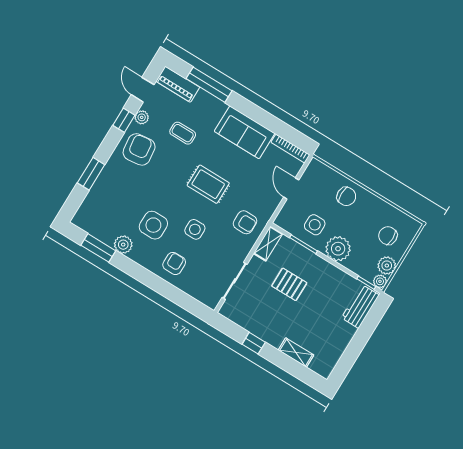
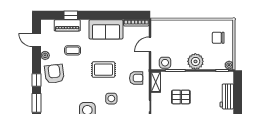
piano: (178, 84) -> (67, 25), moved
window: (209, 85) -> (71, 15), width x0.46
window: (124, 120) -> (36, 80), moved
door: (291, 188) -> (150, 44), hinge flipped
chair: (346, 196) -> (183, 30), removed
side table: (315, 225) -> (165, 63), moved
plant: (387, 266) -> (228, 54), removed
workbench: (360, 306) -> (227, 96), moved

